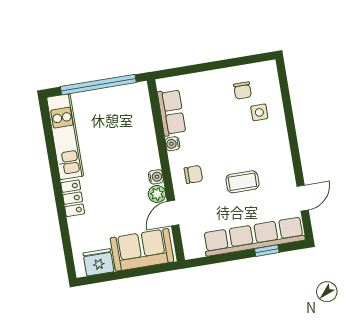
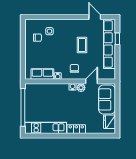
door: (173, 213) -> (92, 81), swing flipped

